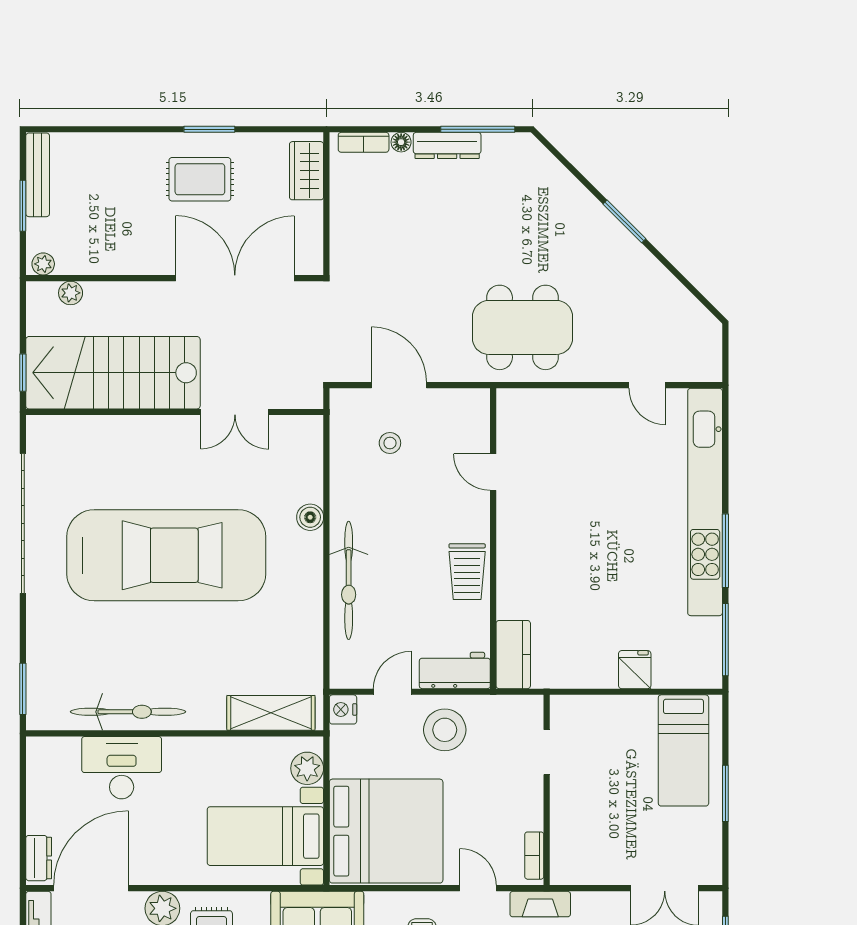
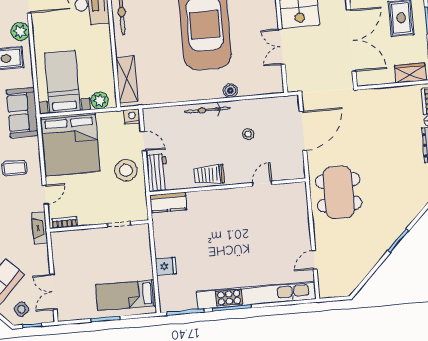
door: (399, 385) -> (303, 131), width x1.36
stool: (390, 443) -> (248, 134), moved
bicycle: (349, 580) -> (207, 110), width x0.73, depth x0.71

